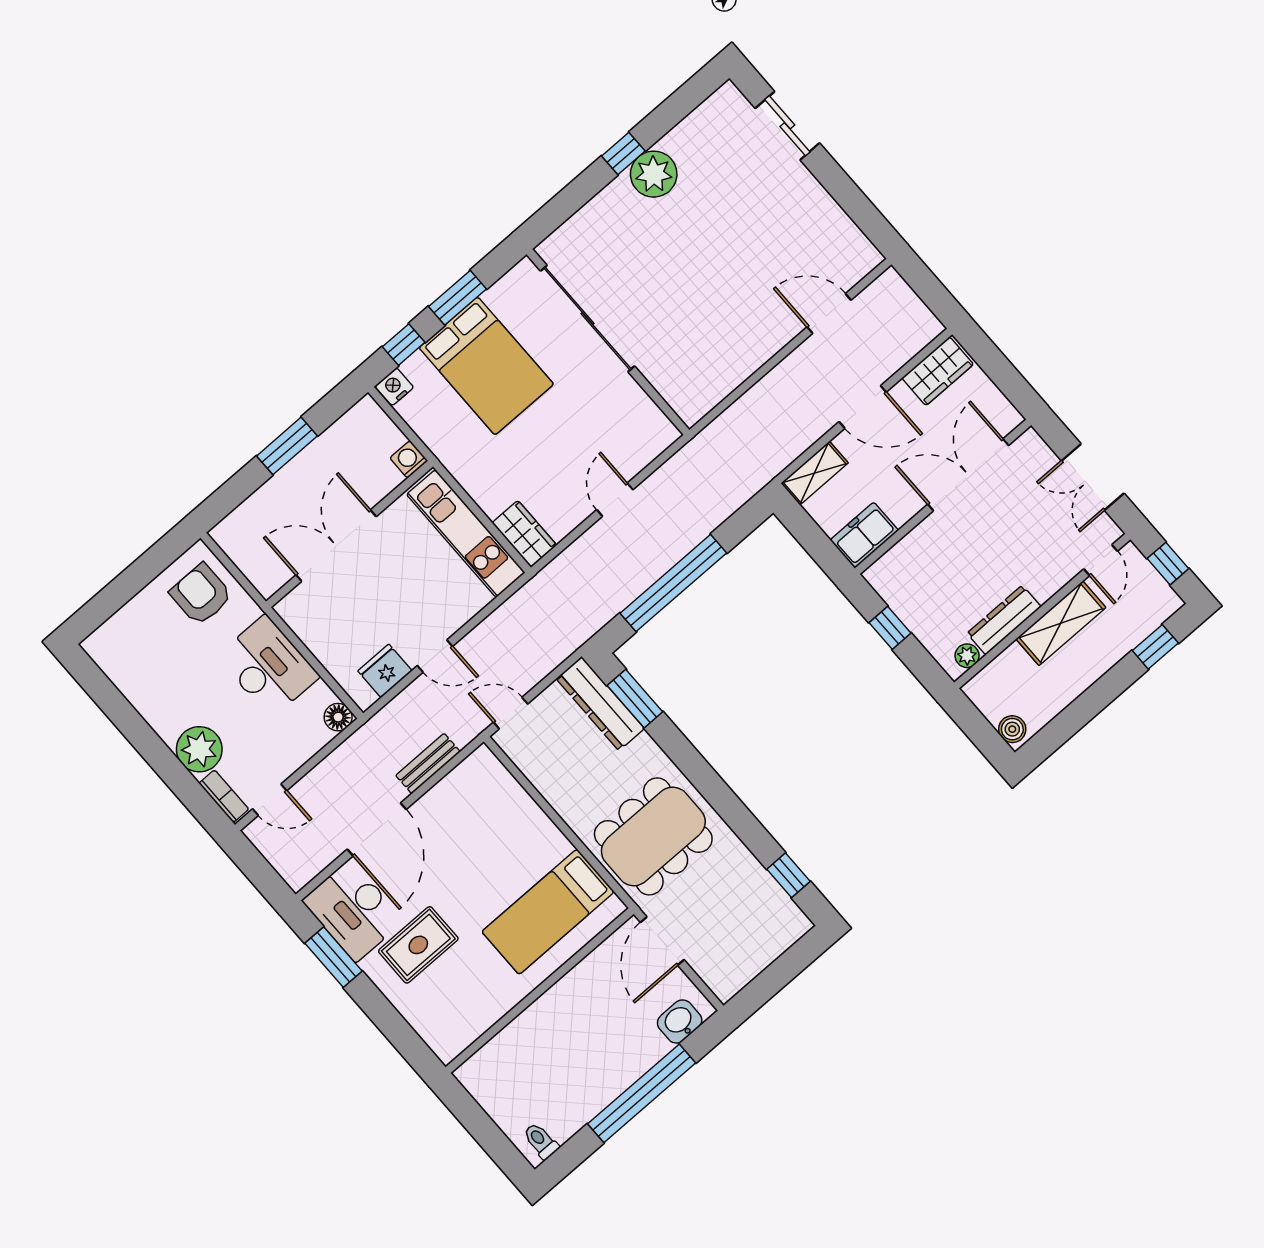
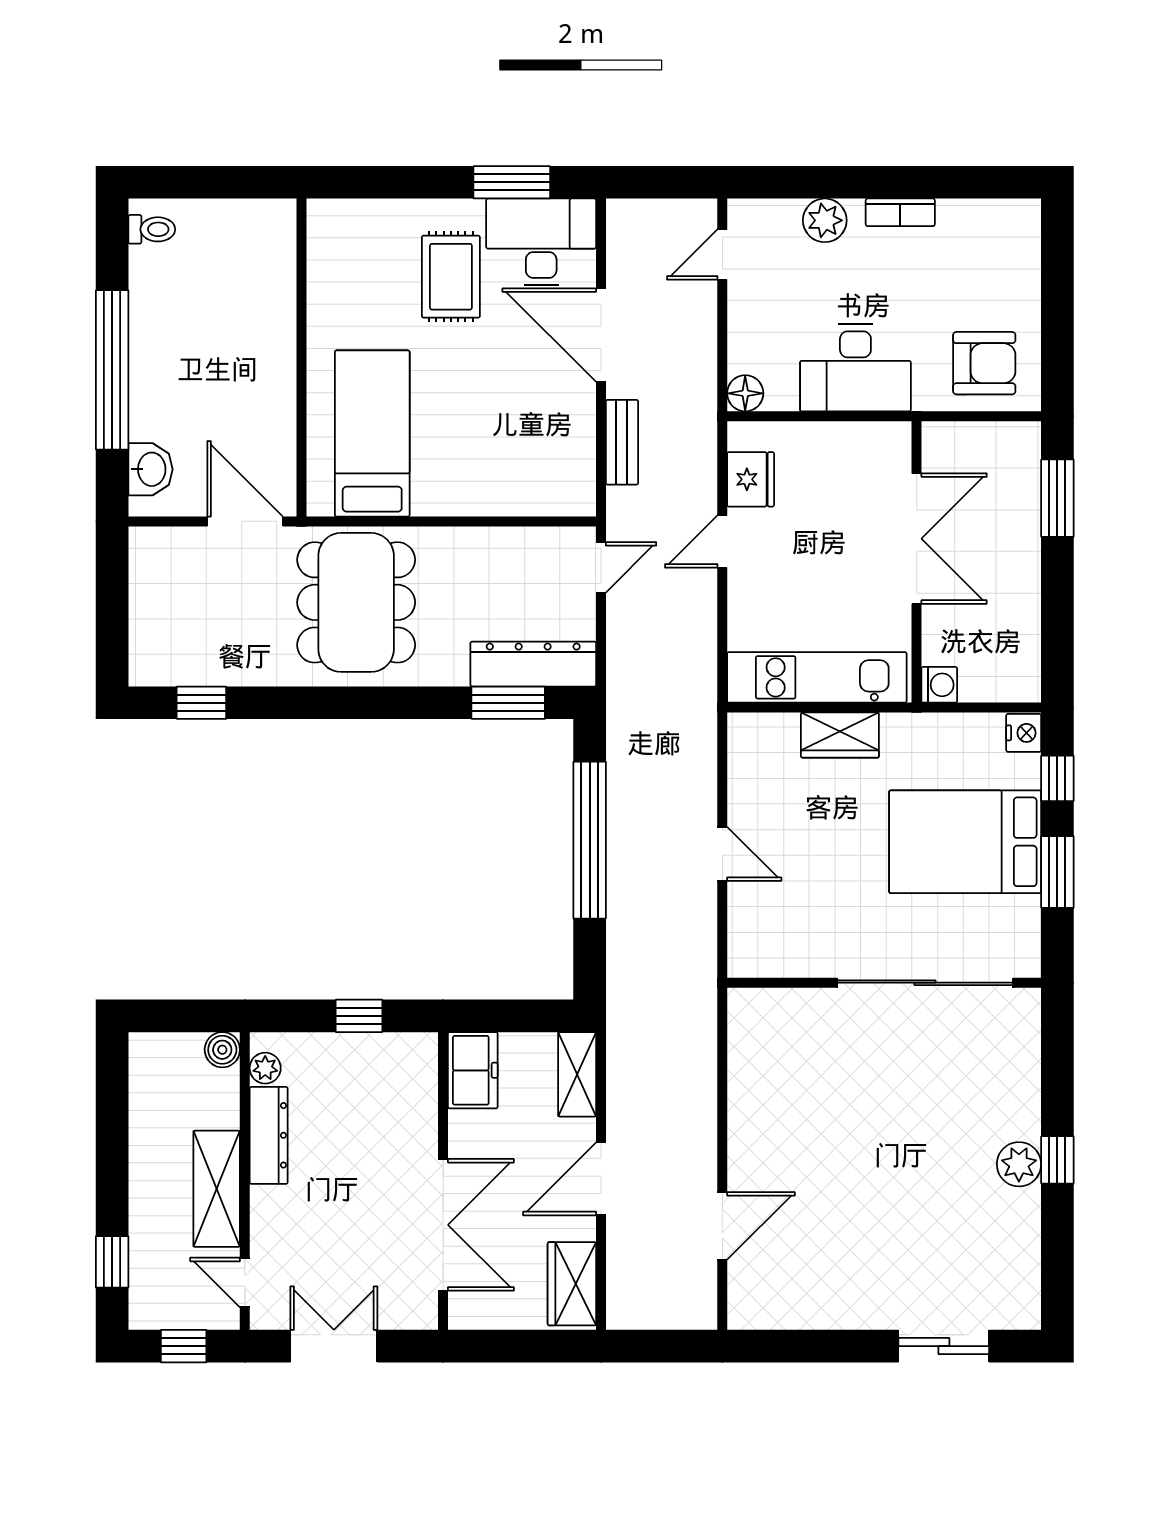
plant: (654, 174) -> (1019, 1164), width x0.73, depth x0.73
window: (287, 446) -> (1057, 498), moved
wardrobe: (524, 534) -> (840, 735), moved
boiler: (1012, 729) -> (222, 1050), moved
plant: (199, 749) -> (825, 220), width x0.73, depth x0.73
bookcase: (224, 796) -> (900, 212), moved

